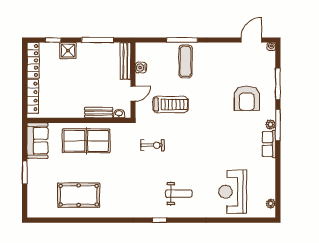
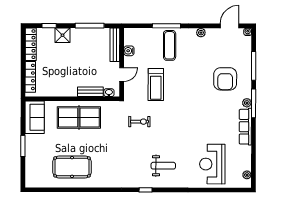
plant: (220, 47) -> (201, 33), added
treadmill: (170, 104) -> (156, 84), turned 90
row of seats: (269, 144) -> (245, 127), width x1.48

